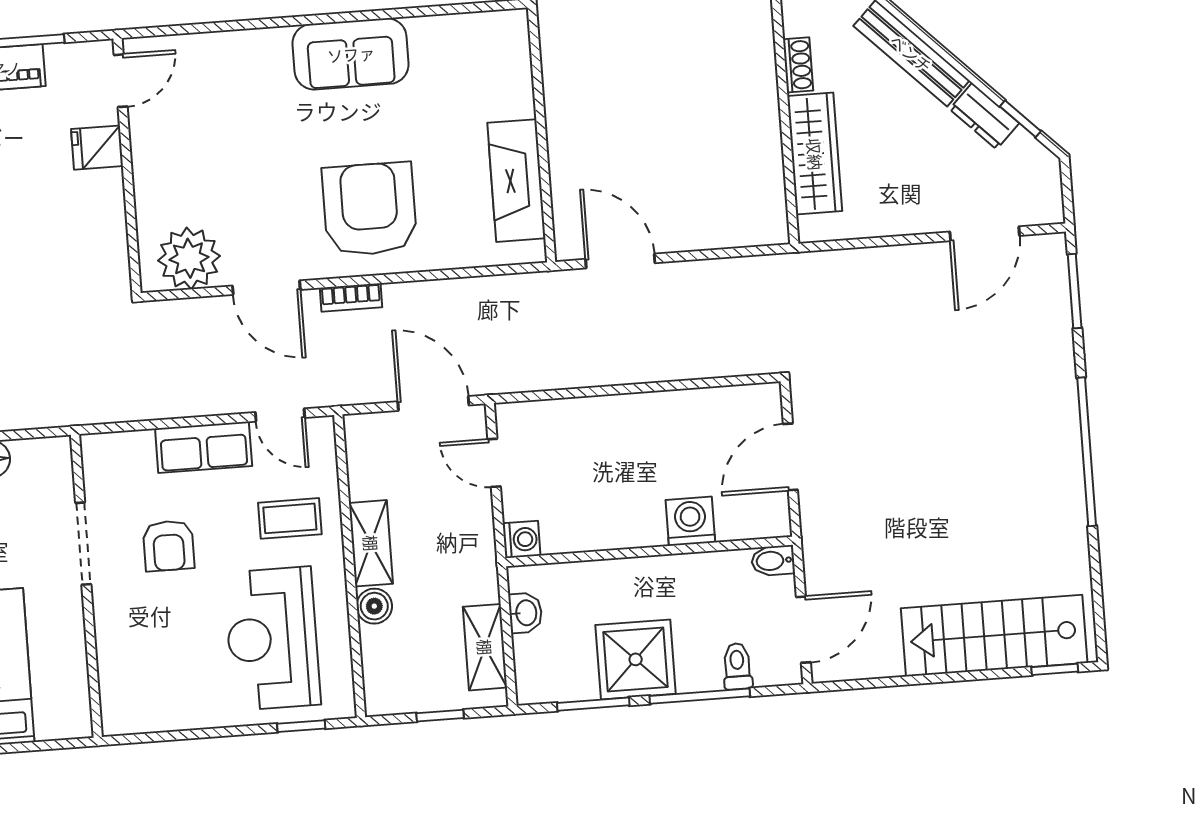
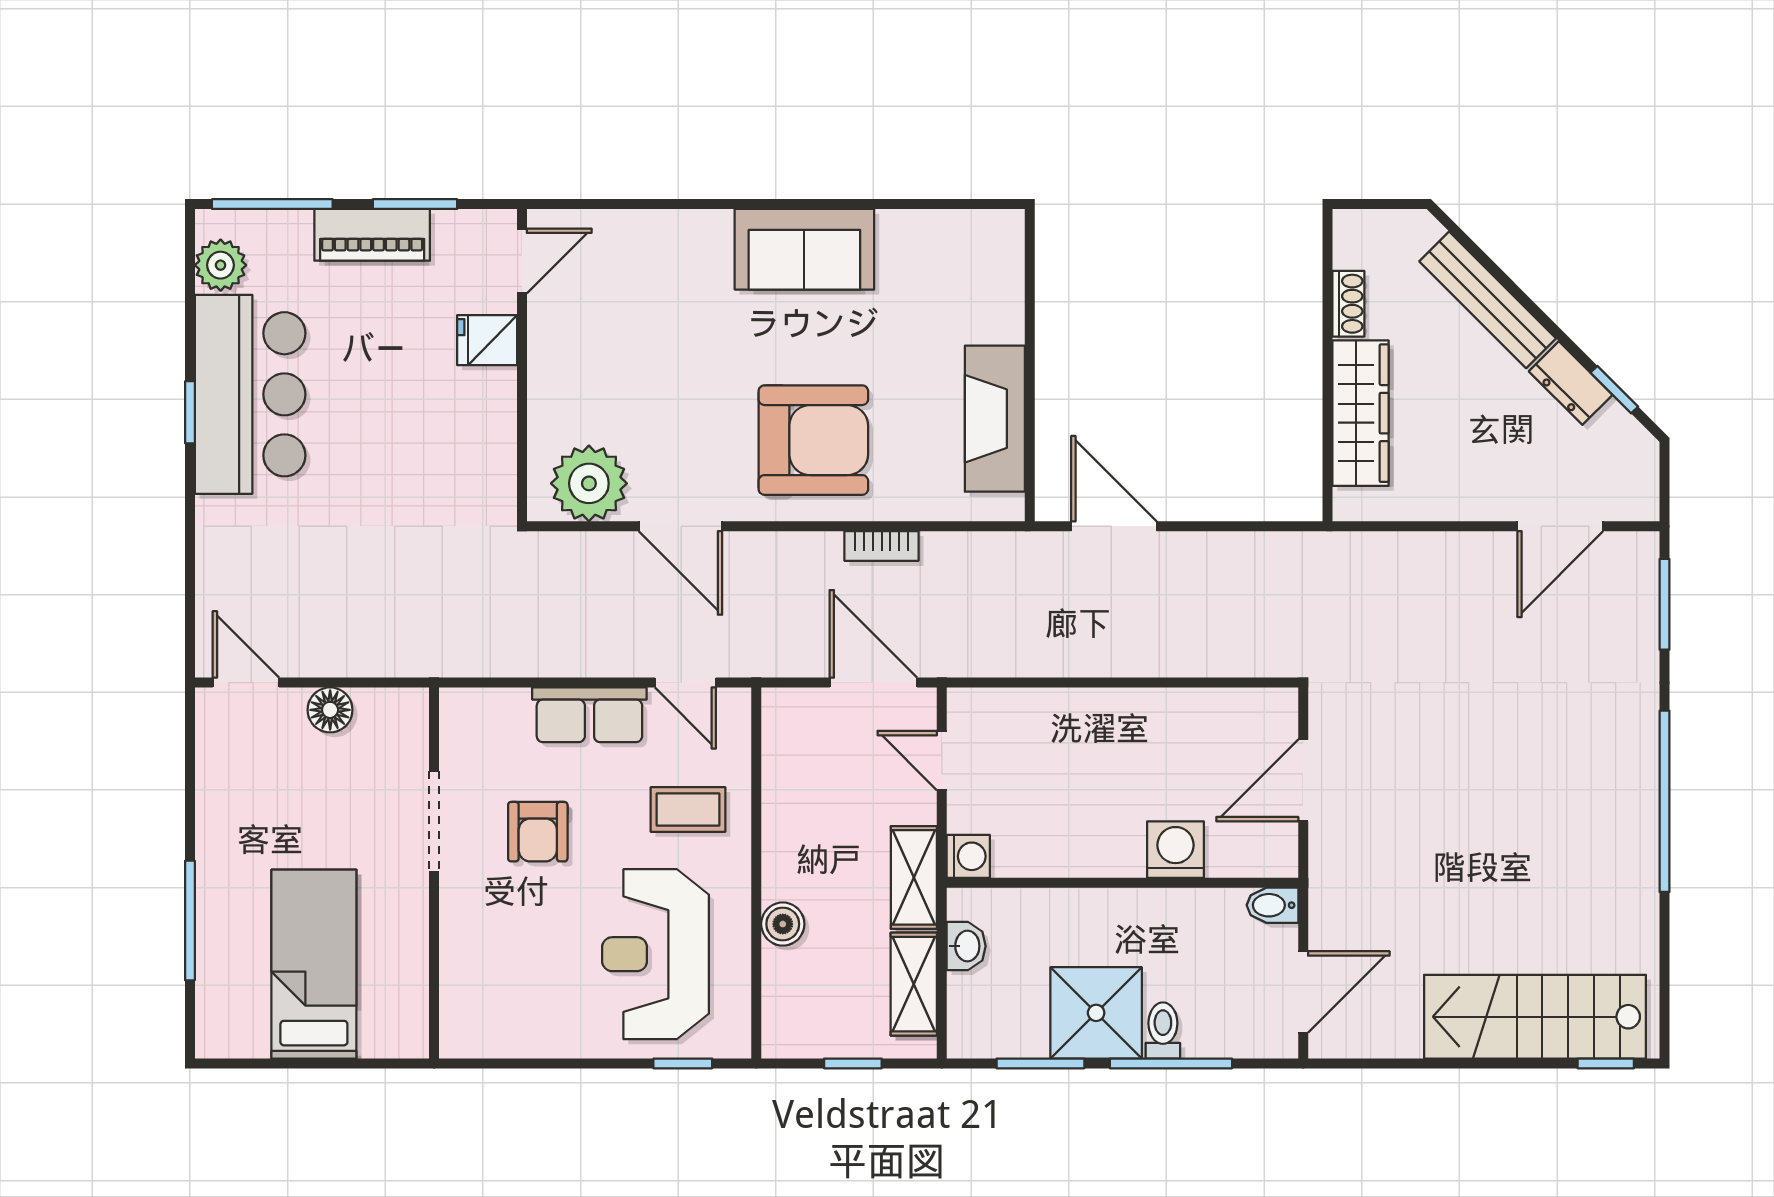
armchair: (370, 209) -> (813, 440), turned 90
bookcase: (351, 298) -> (882, 546), moved
shelving: (371, 543) -> (914, 877), moved
toilet: (737, 666) -> (1163, 1031), moved

